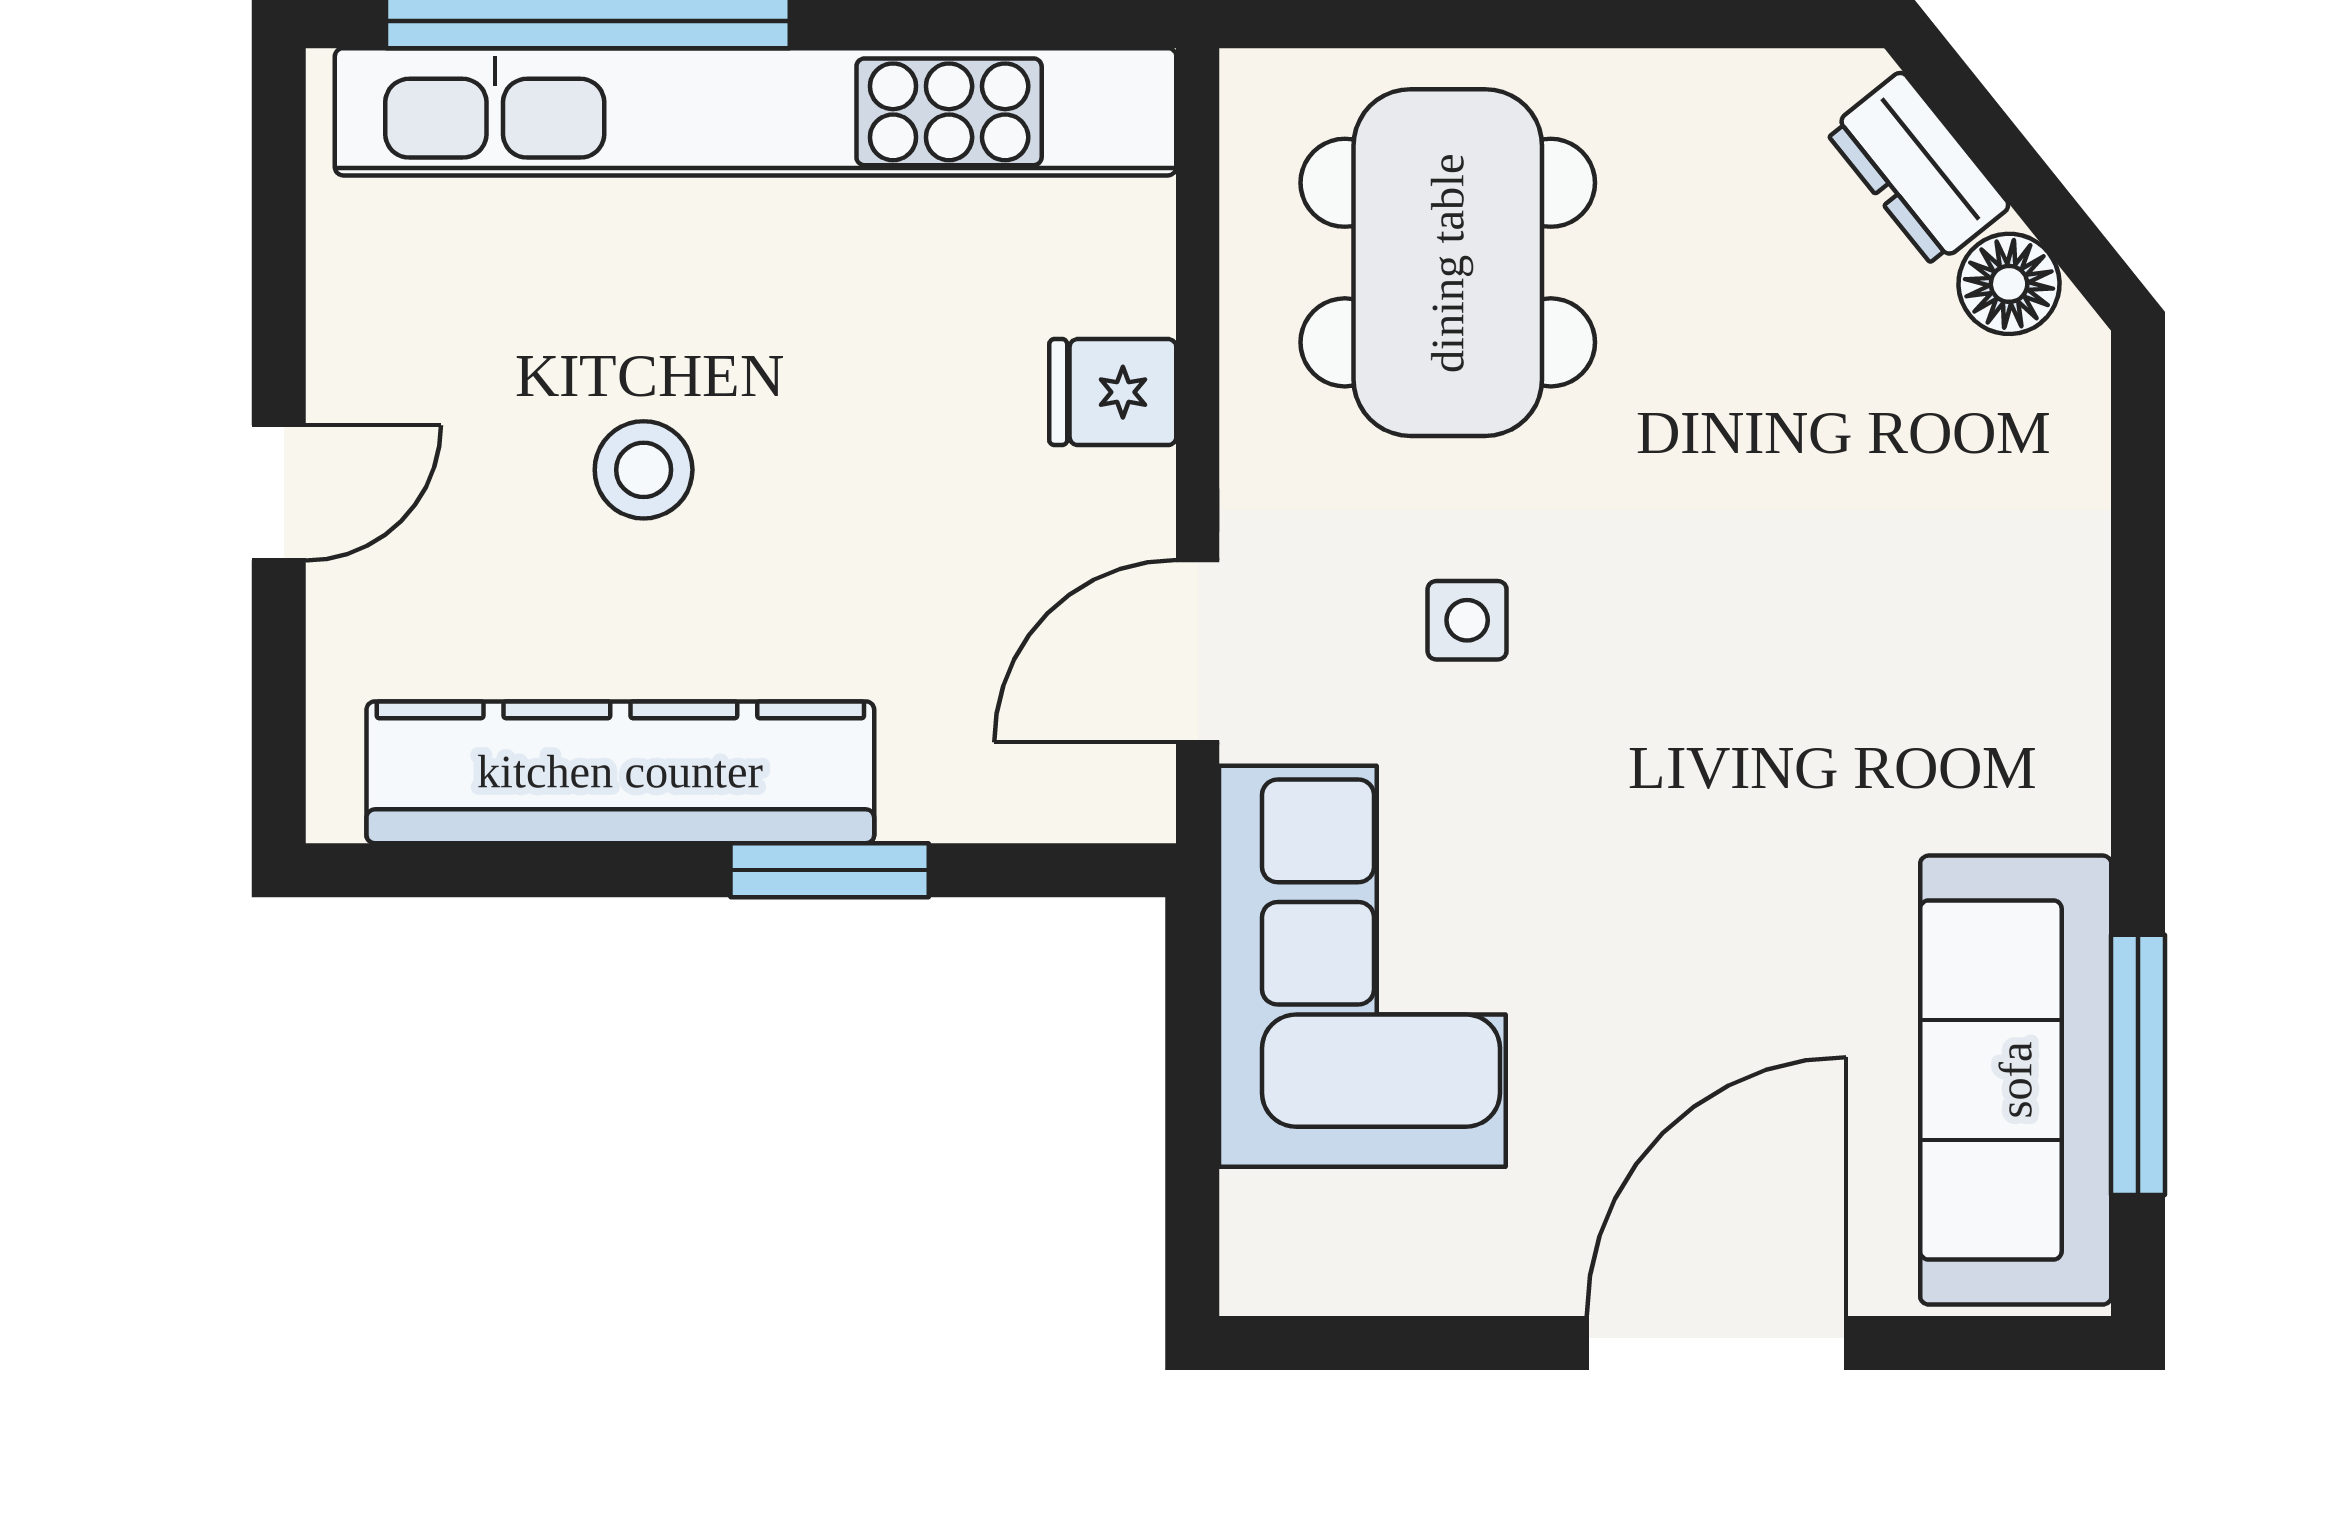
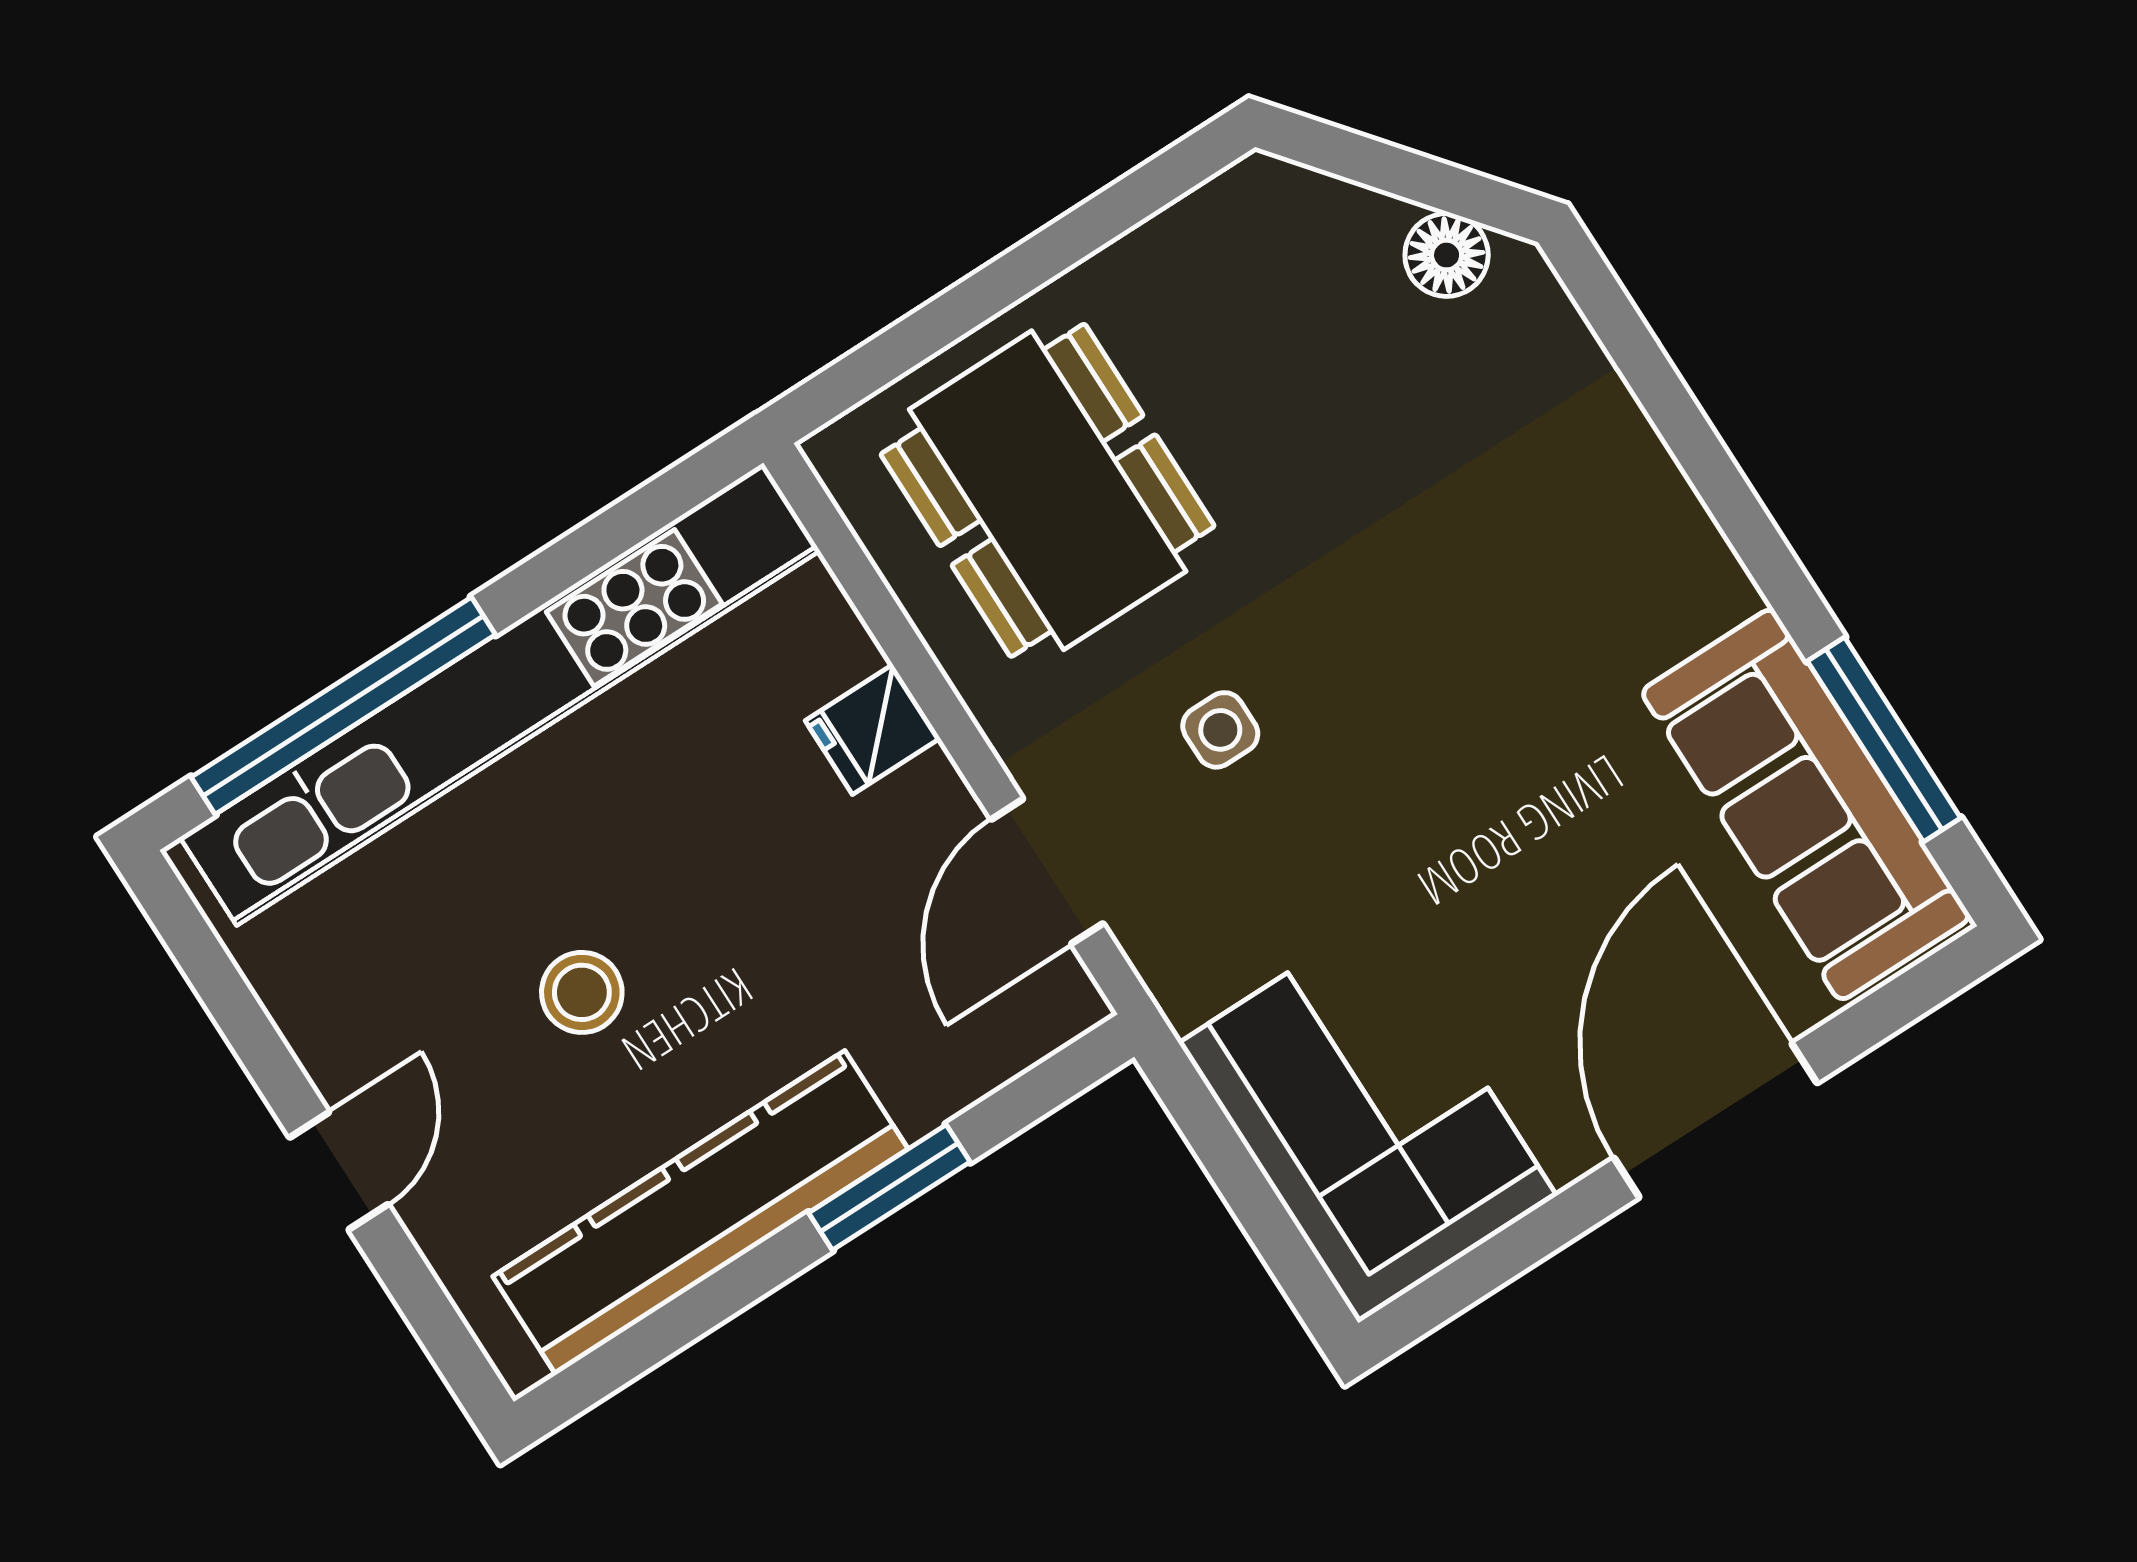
dresser: (1918, 169) -> (1332, 216), removed
corner sofa: (1362, 966) -> (1367, 1118), moved

